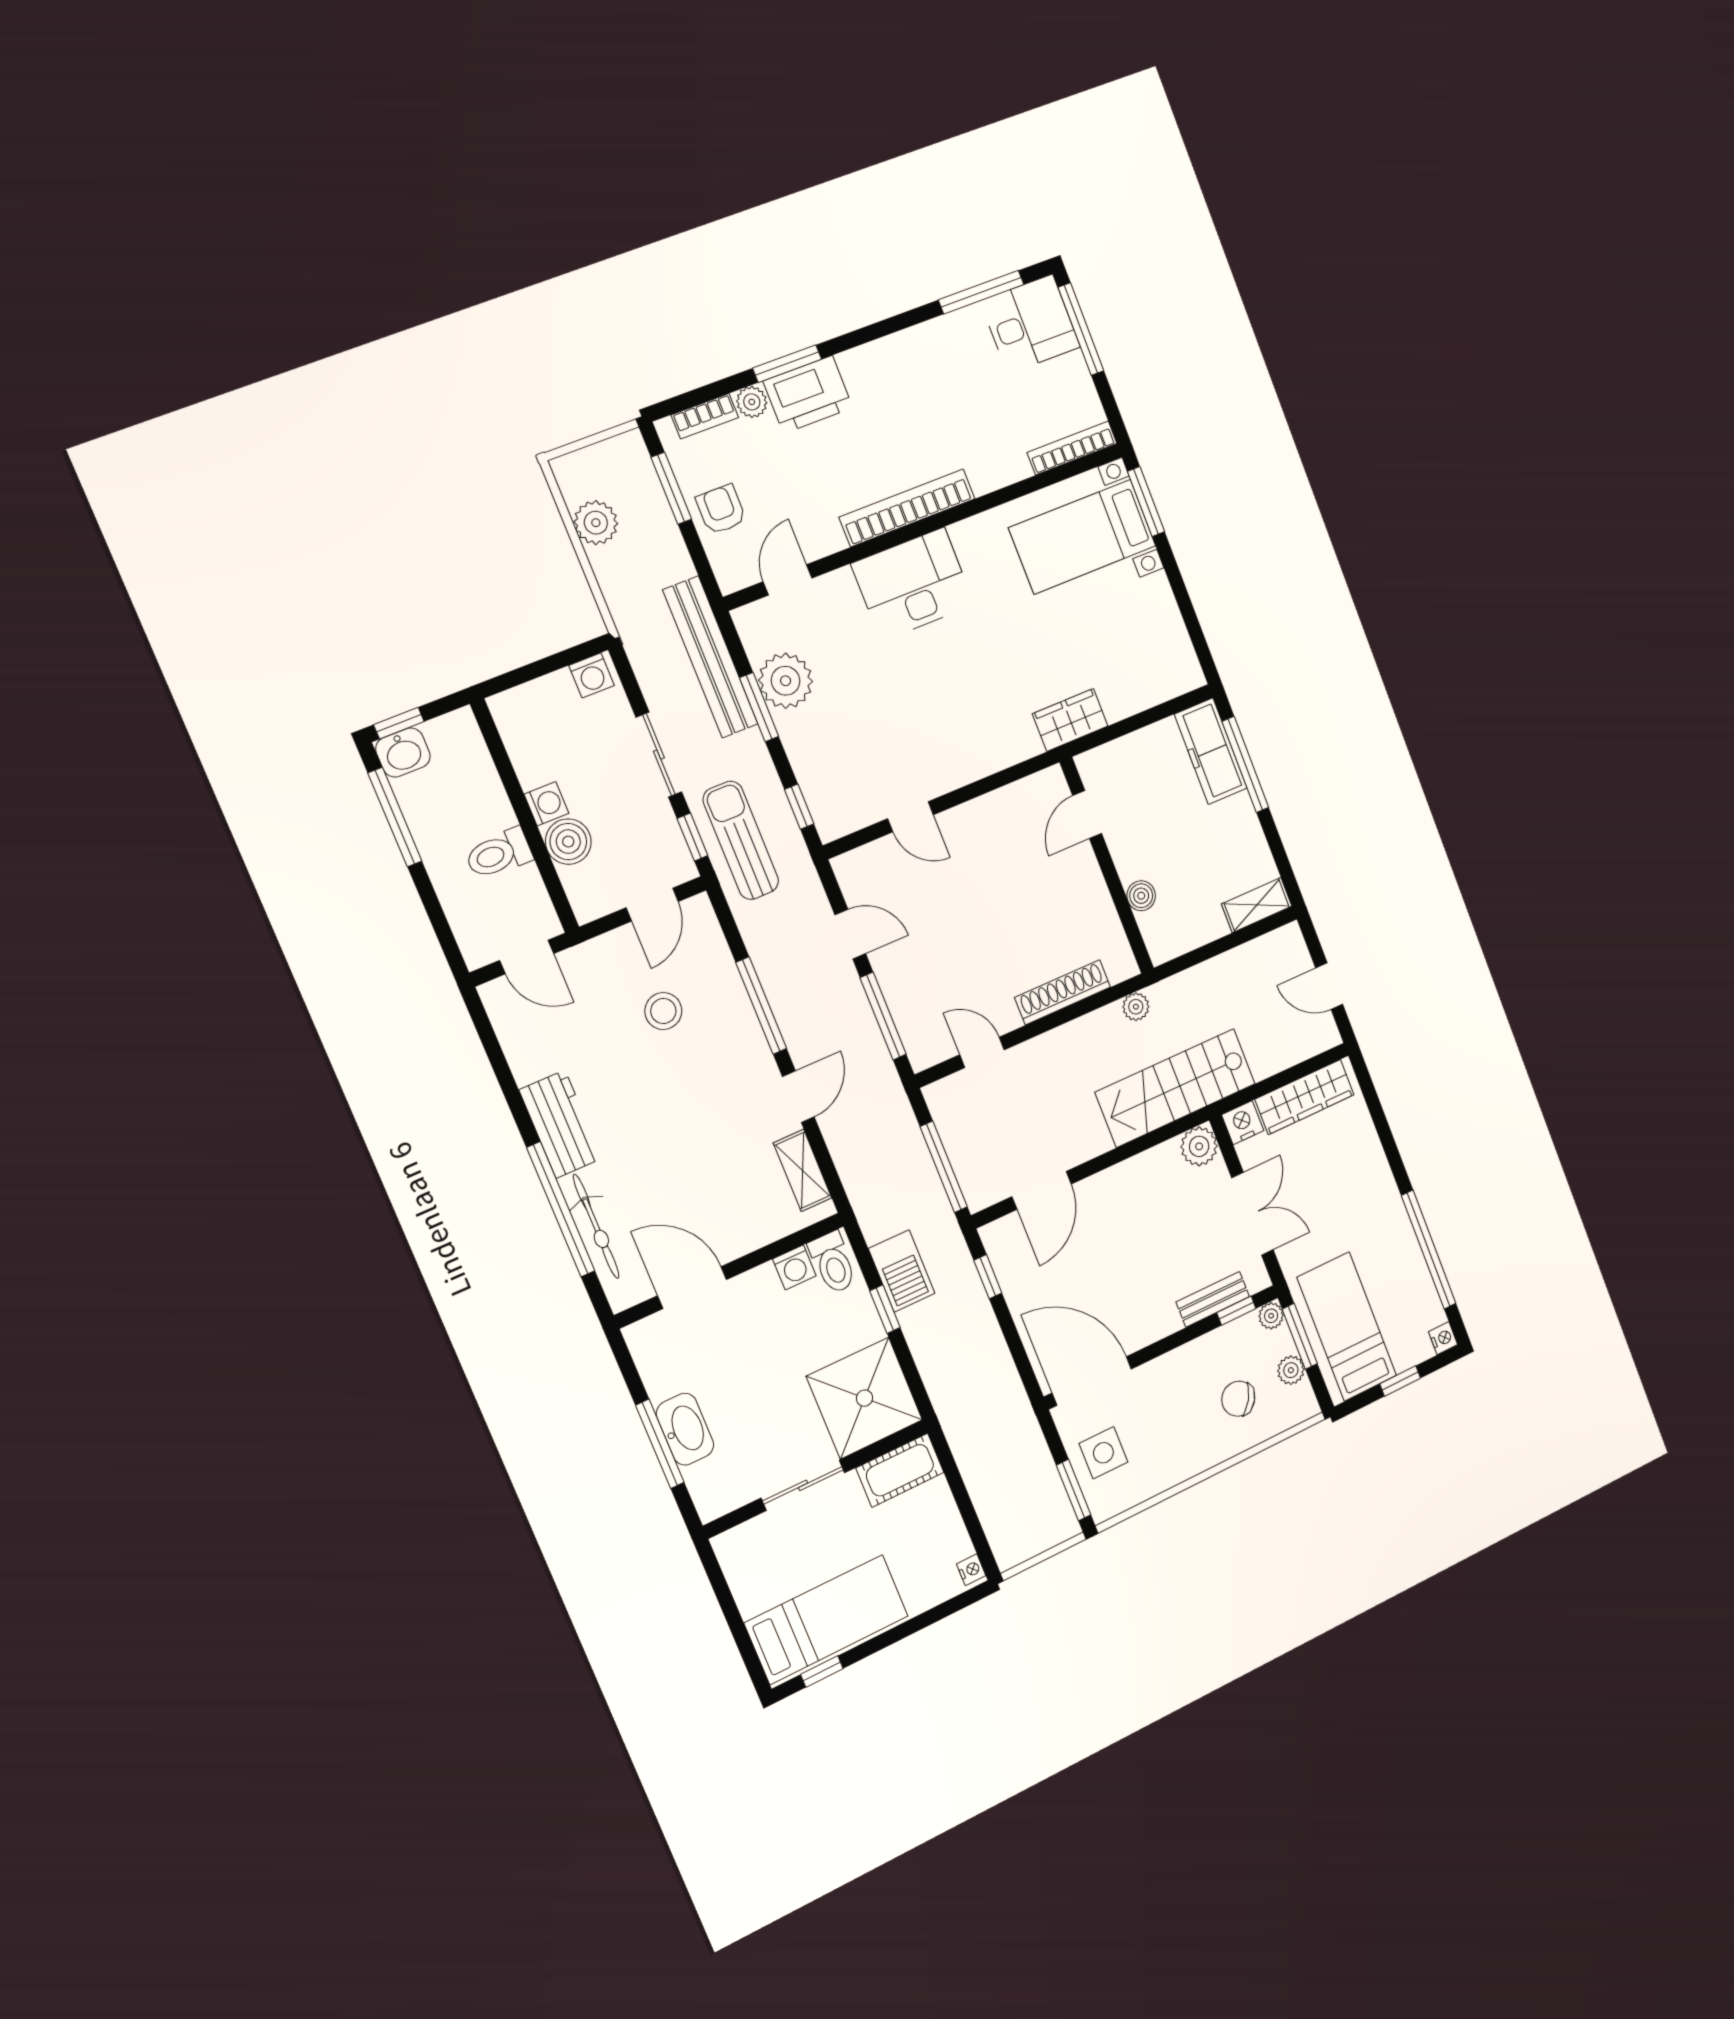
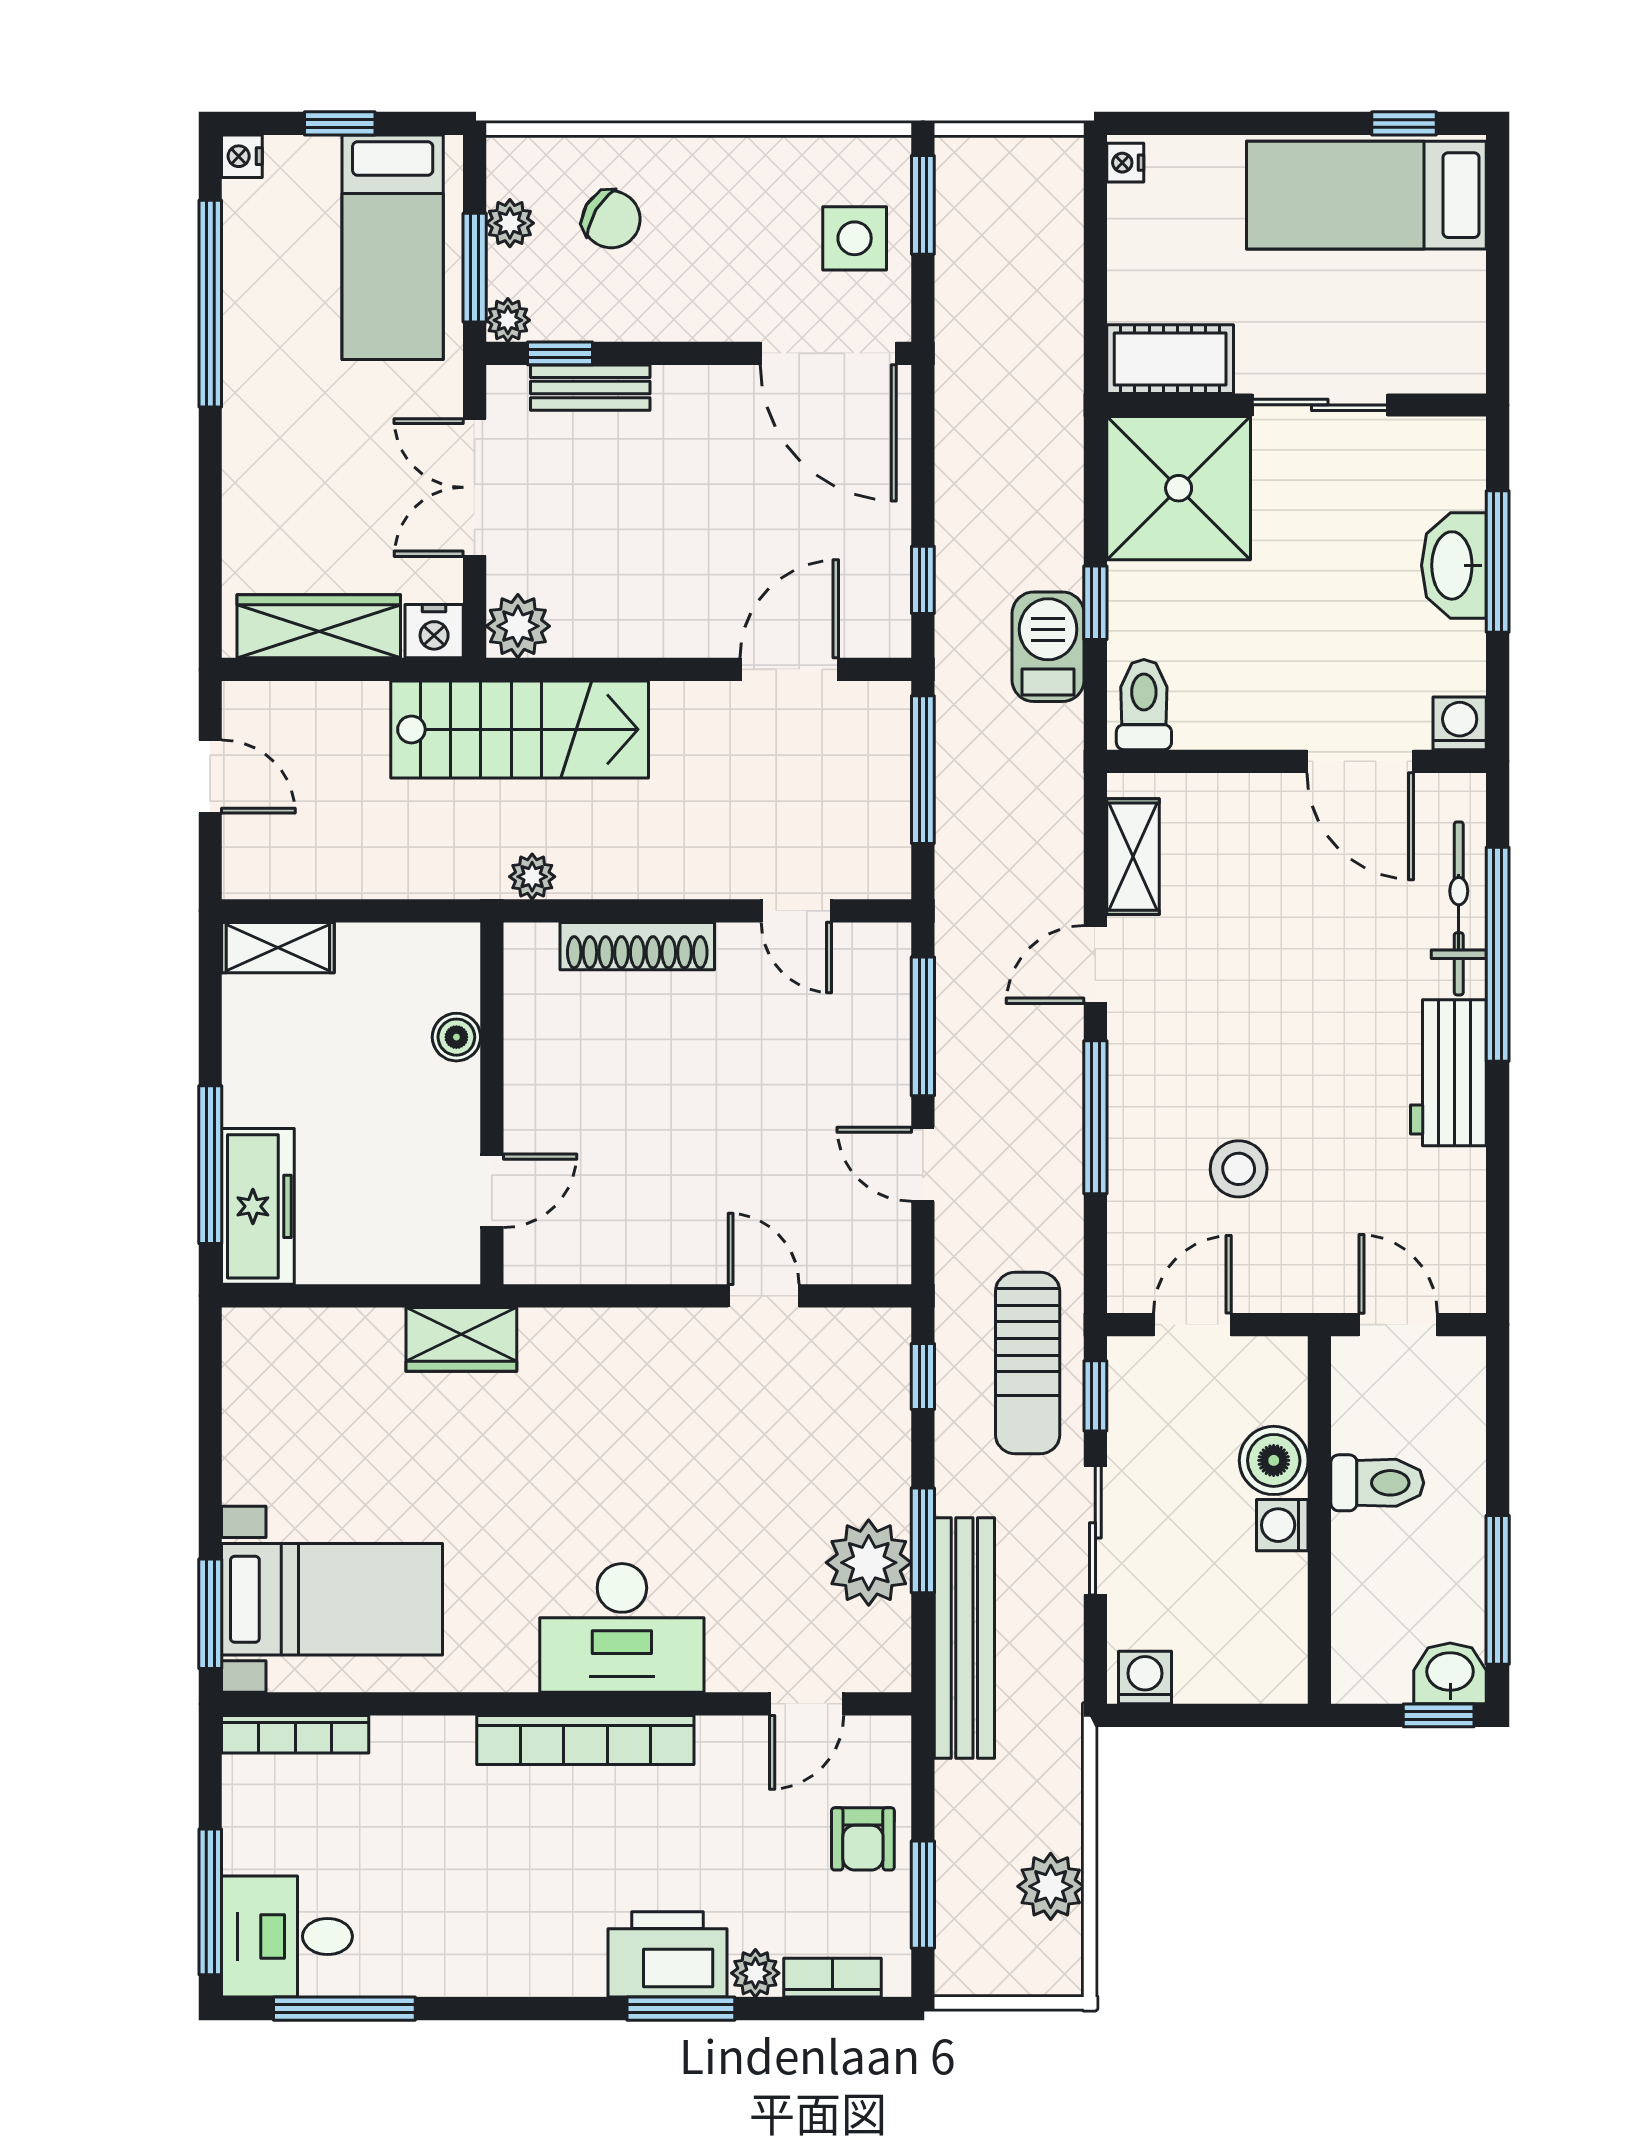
washing machine: (794, 1267) -> (1460, 723), moved

